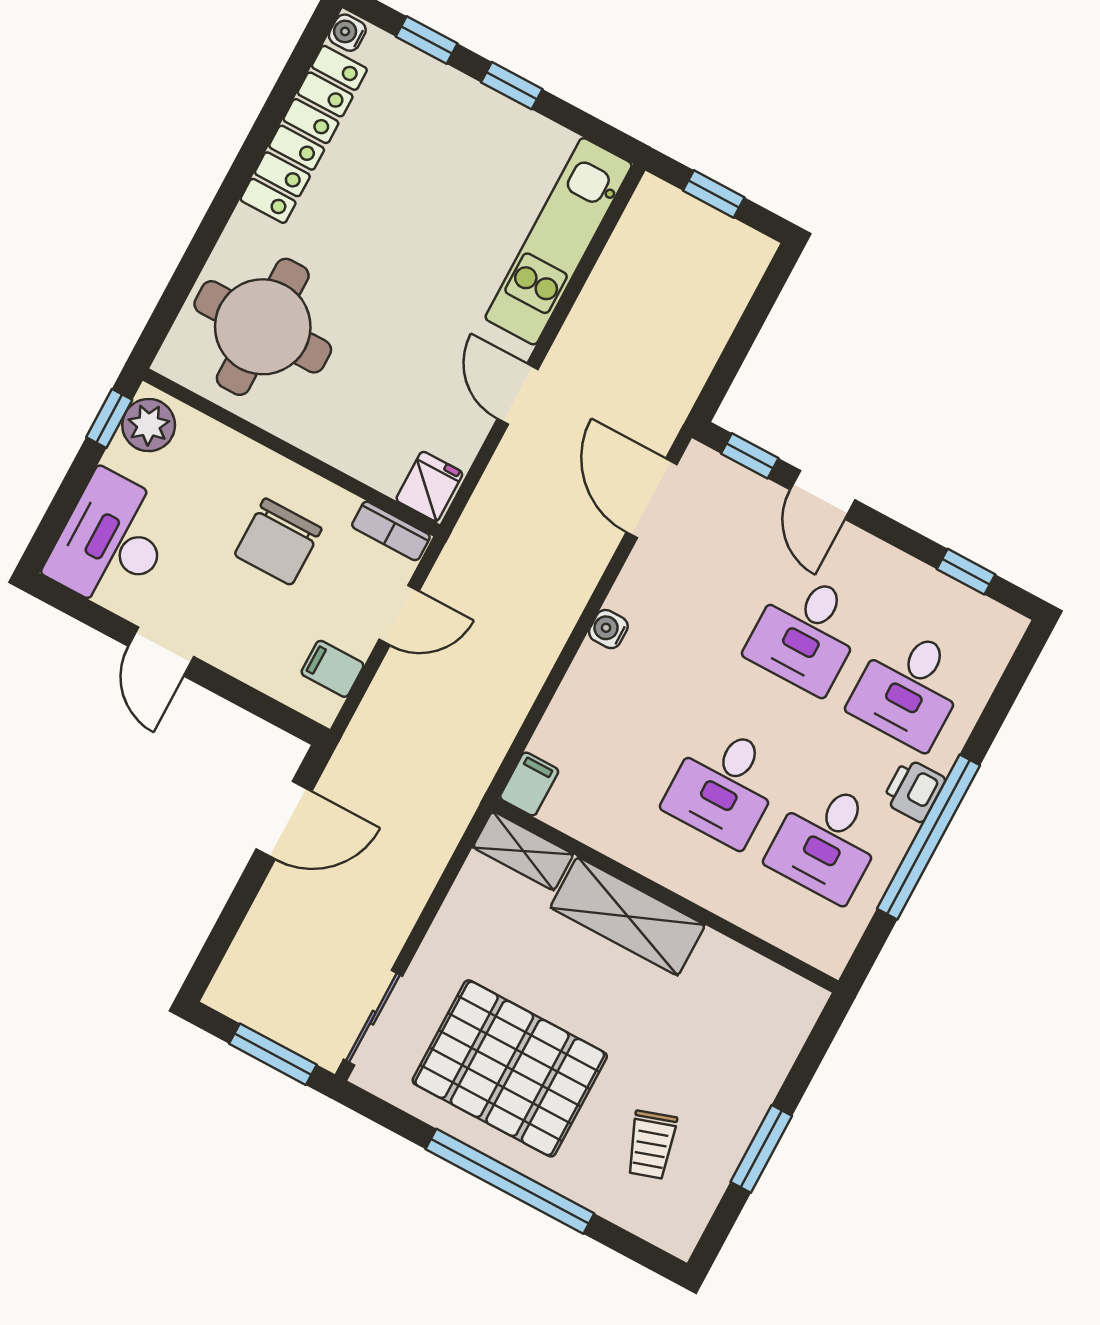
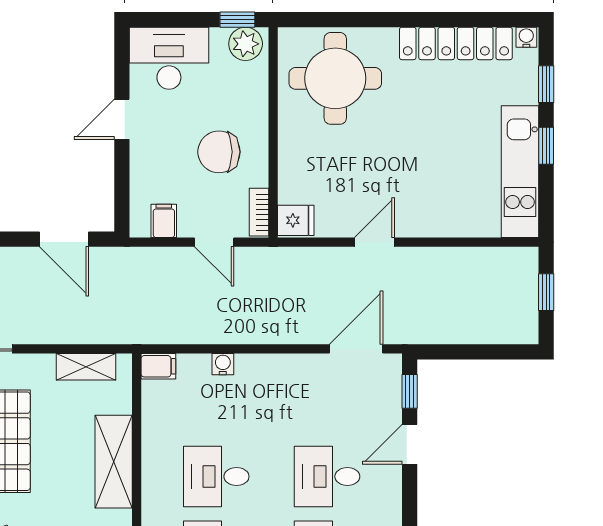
kitchen unit: (559, 241) -> (520, 172), moved, turned -90
water cooler: (608, 629) -> (223, 364), moved
shelving: (523, 851) -> (86, 367), moved, turned 90

